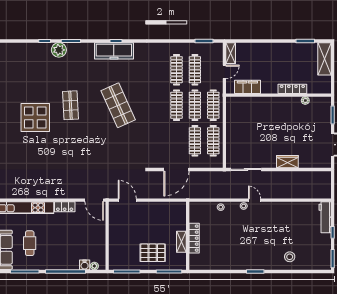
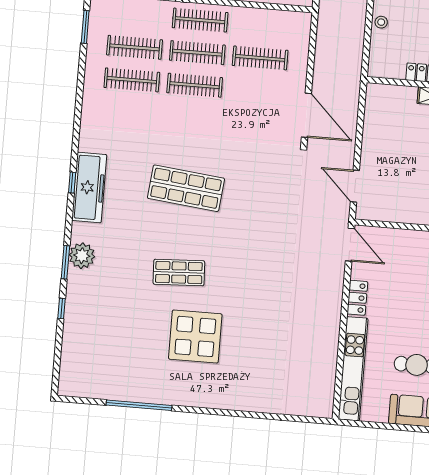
plant: (59, 50) -> (82, 256), moved
shop shelf: (118, 105) -> (186, 188), turned 30
clothes rail: (213, 141) -> (263, 25), removed
door: (176, 169) -> (306, 115), moved
door: (94, 200) -> (350, 245), hinge flipped
door: (127, 200) -> (355, 186), hinge flipped

